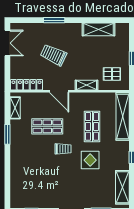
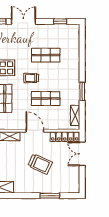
window: (54, 20) -> (50, 196), moved
double door: (7, 43) -> (82, 154), moved
shop shelf: (47, 174) -> (46, 55), added

